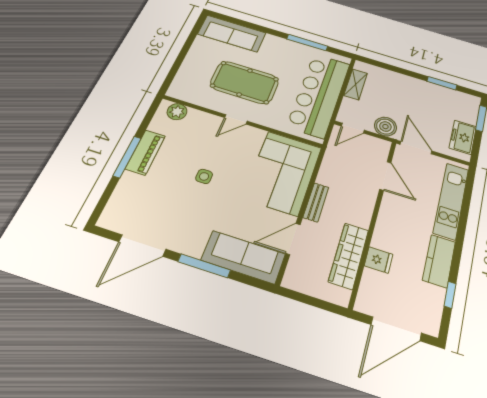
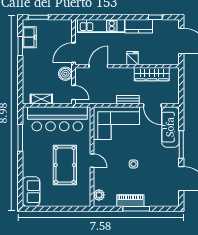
sofa: (232, 33) -> (31, 192), width x0.73
freezer: (463, 137) -> (29, 37), moved, turned -90
fridge: (379, 260) -> (132, 58), moved

